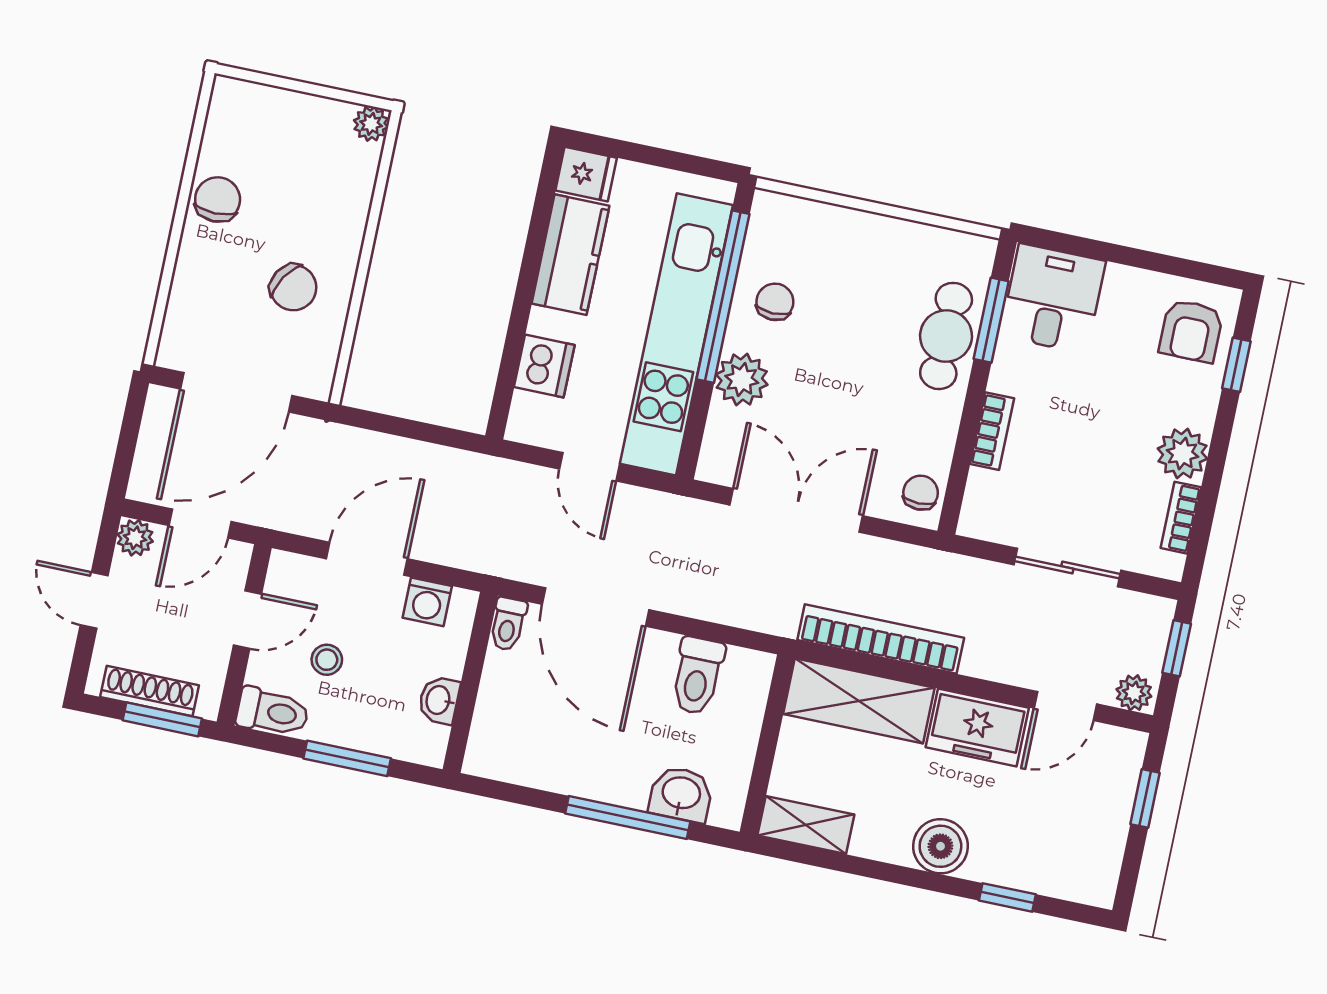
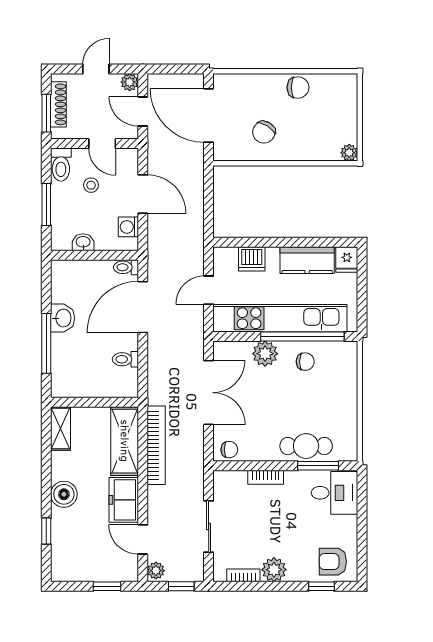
toilet: (697, 676) -> (125, 359), width x0.73, depth x0.72
washbasin: (681, 794) -> (63, 318), moved

